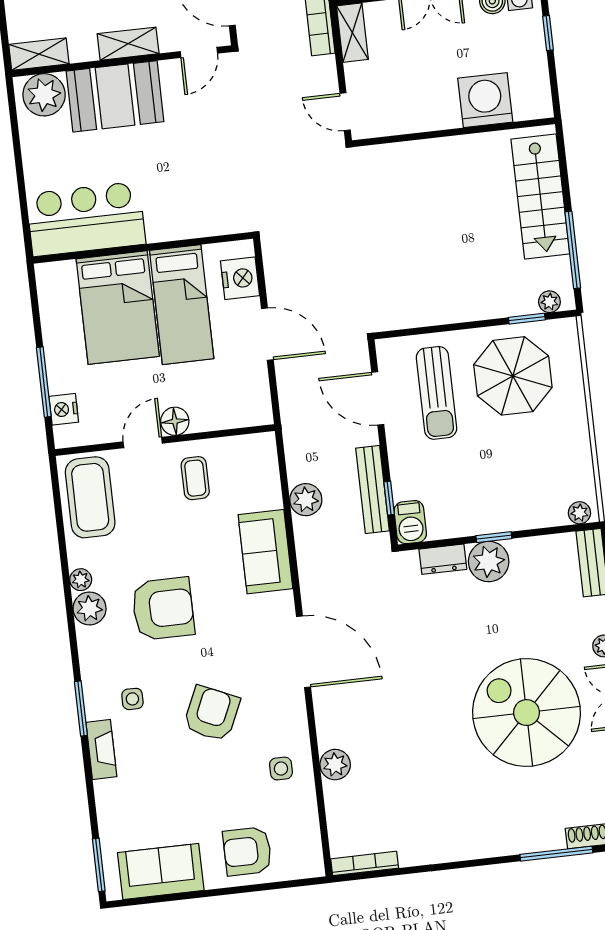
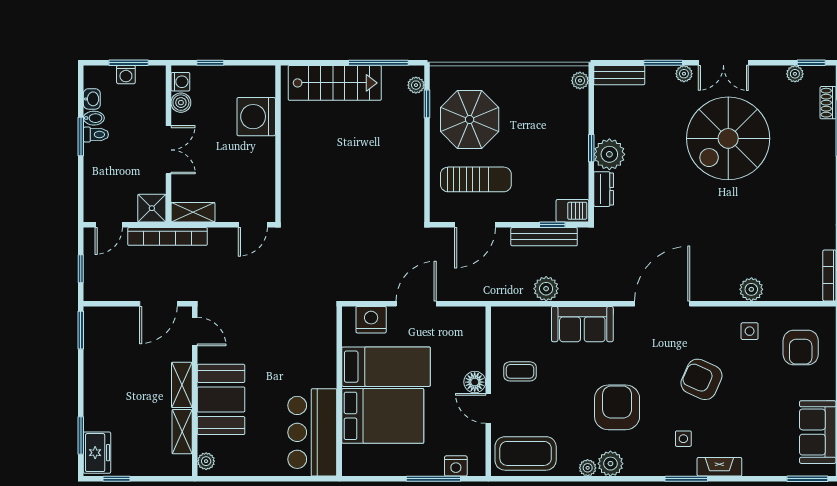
shelving: (39, 54) -> (182, 432), moved
plant: (44, 95) -> (206, 461), width x0.53, depth x0.53
armchair: (247, 851) -> (801, 348), moved

